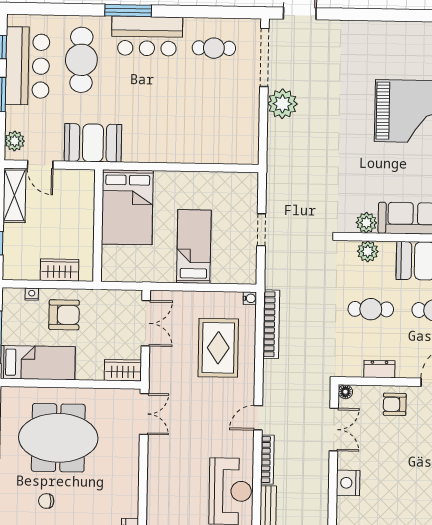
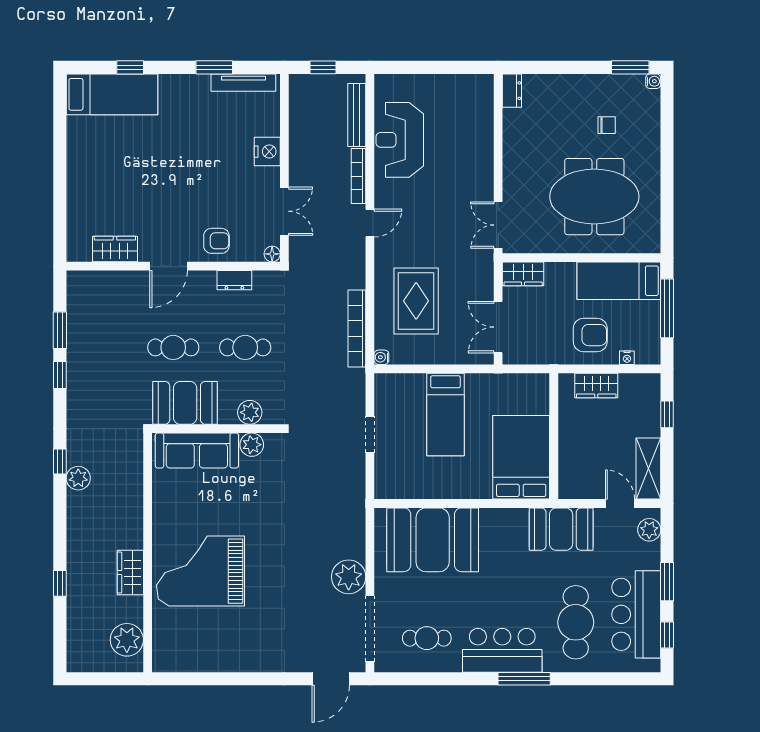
booth: (207, 135) -> (433, 540), added
armchair: (64, 315) -> (590, 335), turned 180
double door: (334, 430) -> (284, 211), swing flipped

